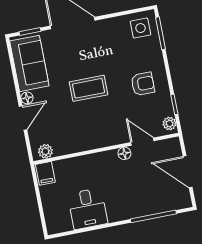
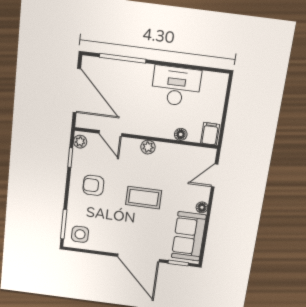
door: (23, 118) -> (215, 176), moved
plant: (45, 151) -> (148, 147), moved
floor lamp: (124, 153) -> (181, 134), moved
door: (188, 172) -> (77, 91), width x1.36
desk: (88, 209) -> (176, 86), width x1.37

